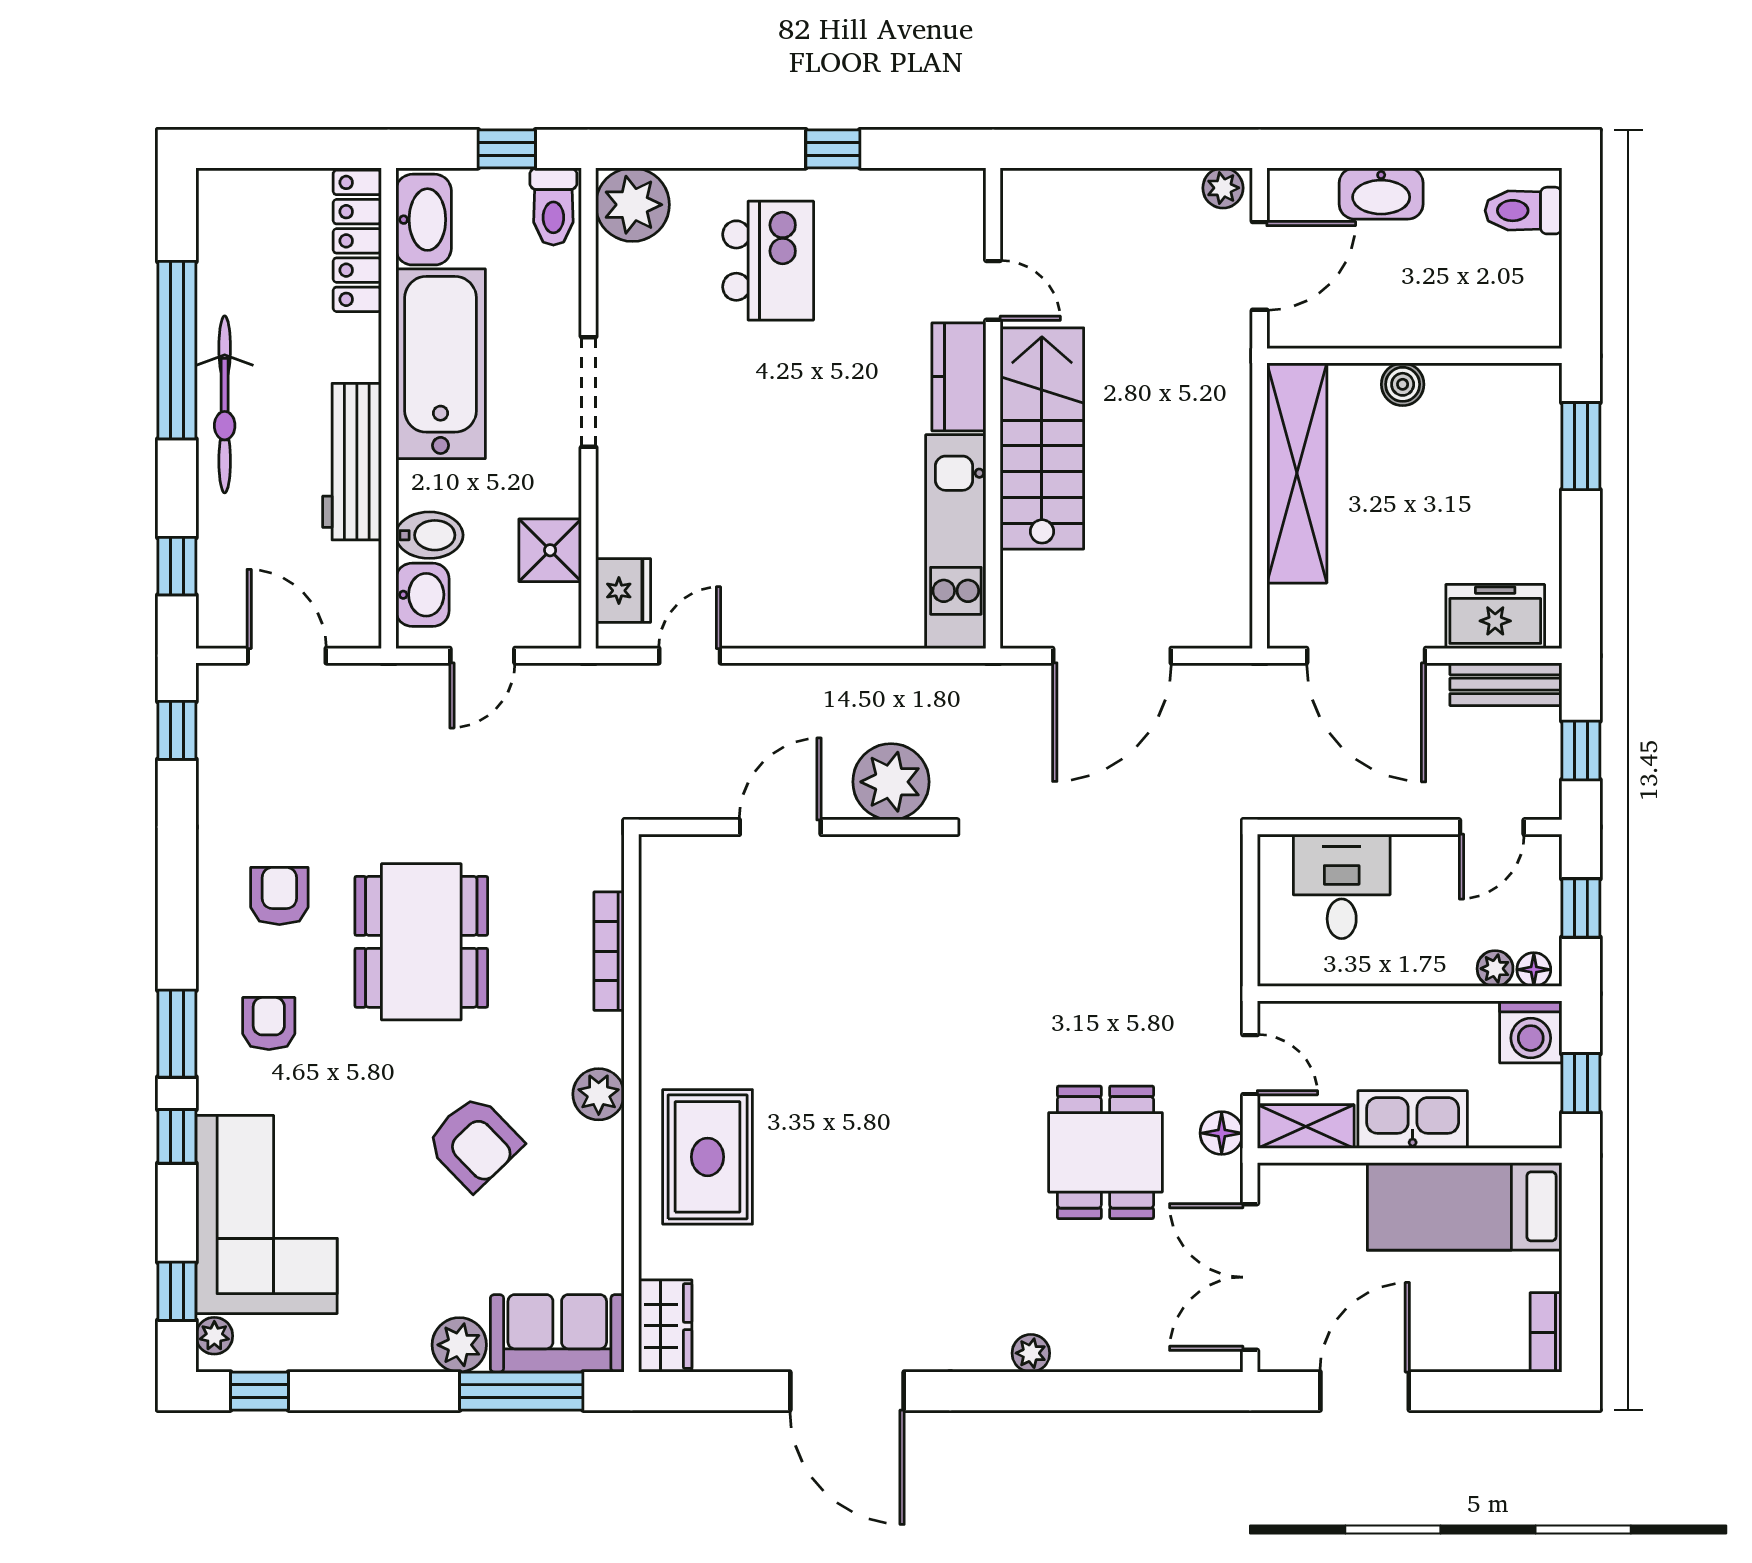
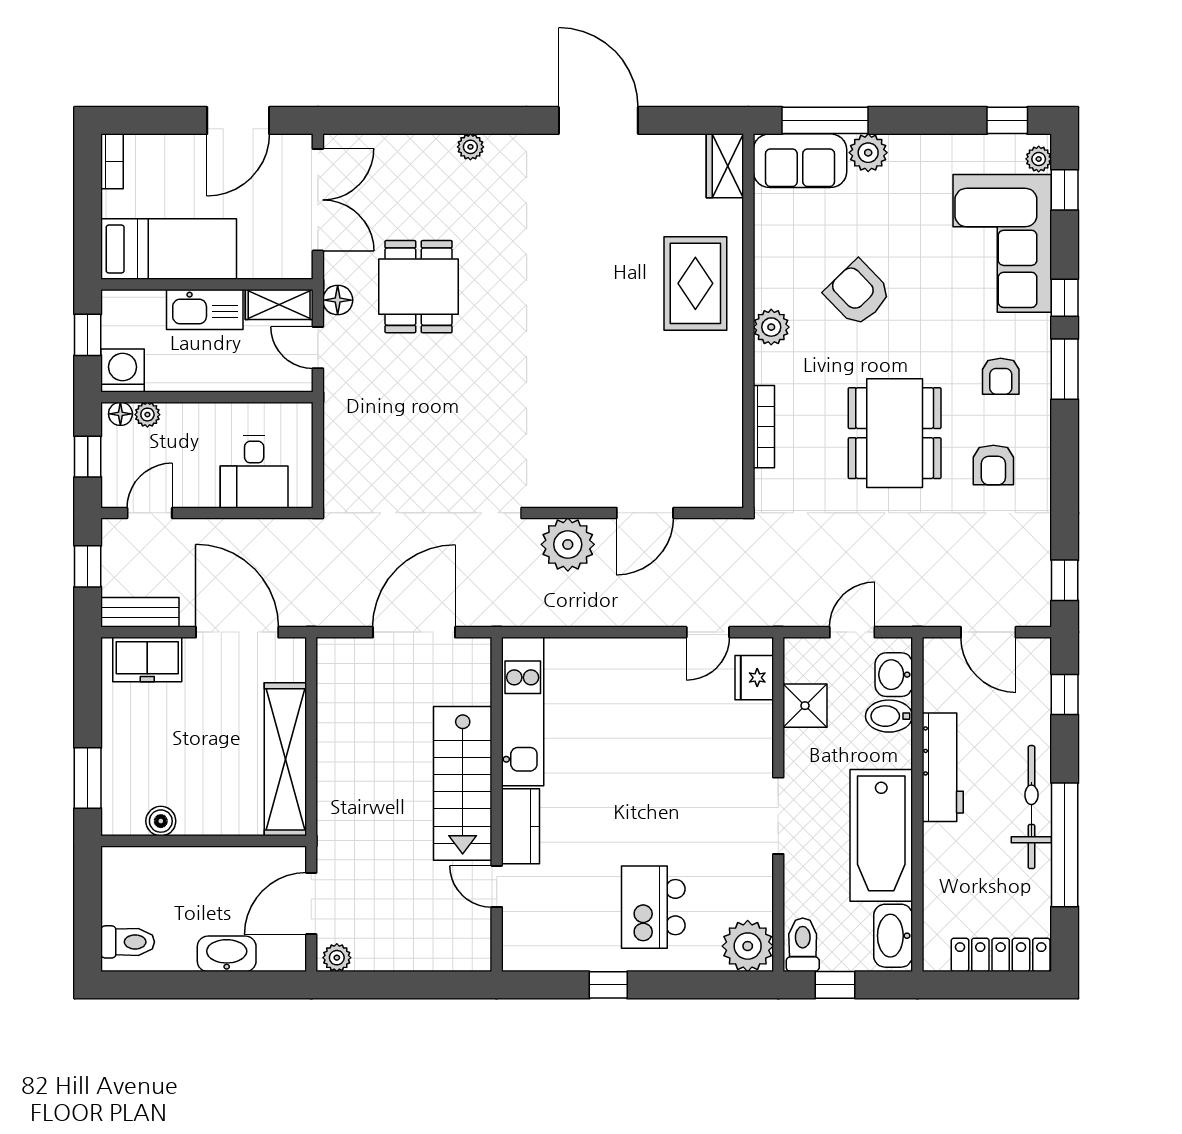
locker: (357, 241) -> (1001, 955), moved, turned -90
boiler: (1403, 384) -> (161, 821), moved

